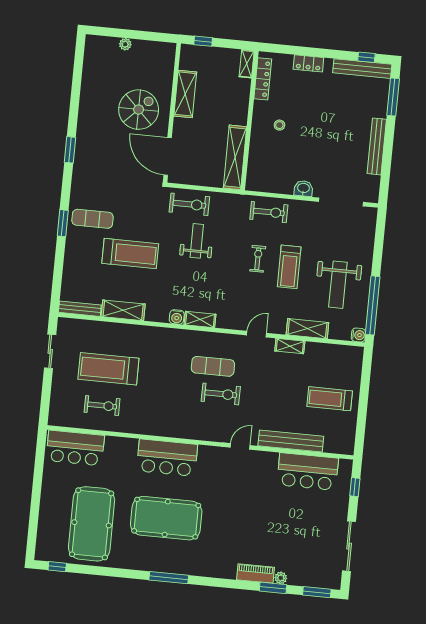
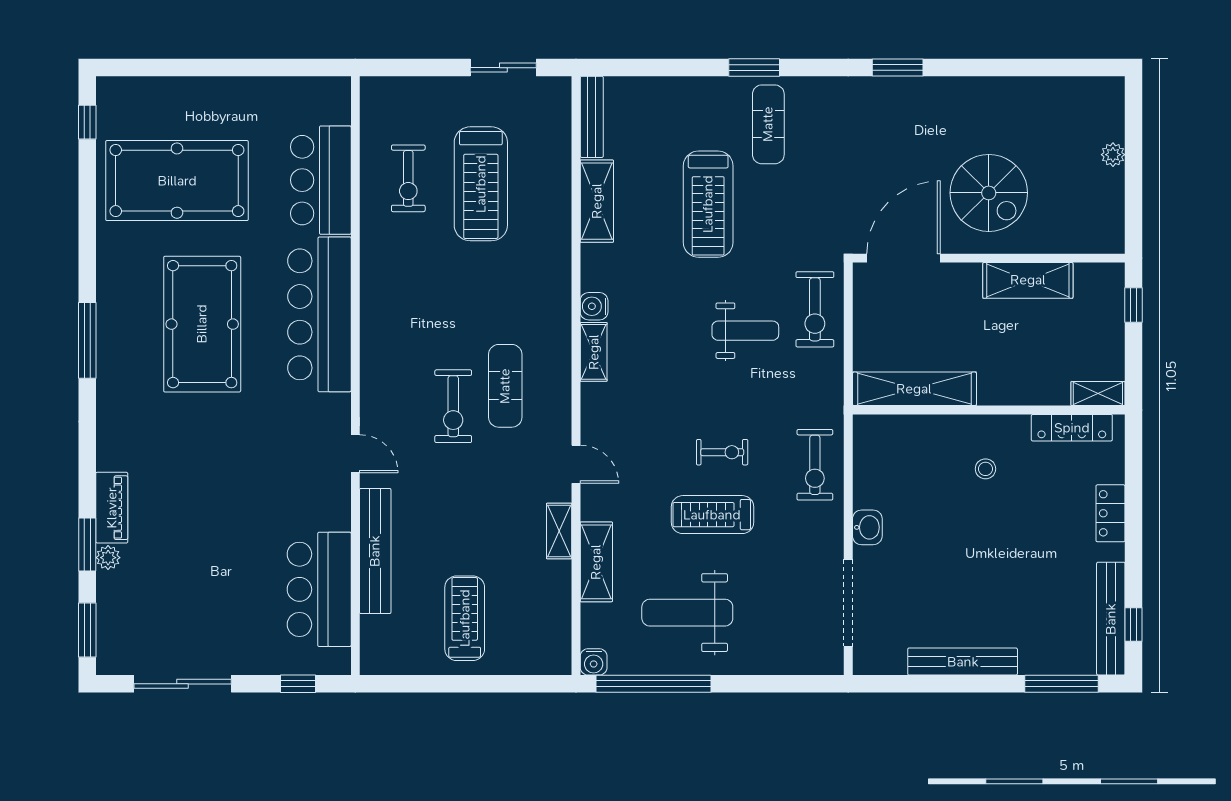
treadmill: (108, 369) -> (481, 184), turned 180
bar counter: (75, 448) -> (321, 180), moved
bar counter: (167, 458) -> (319, 314), width x1.36

